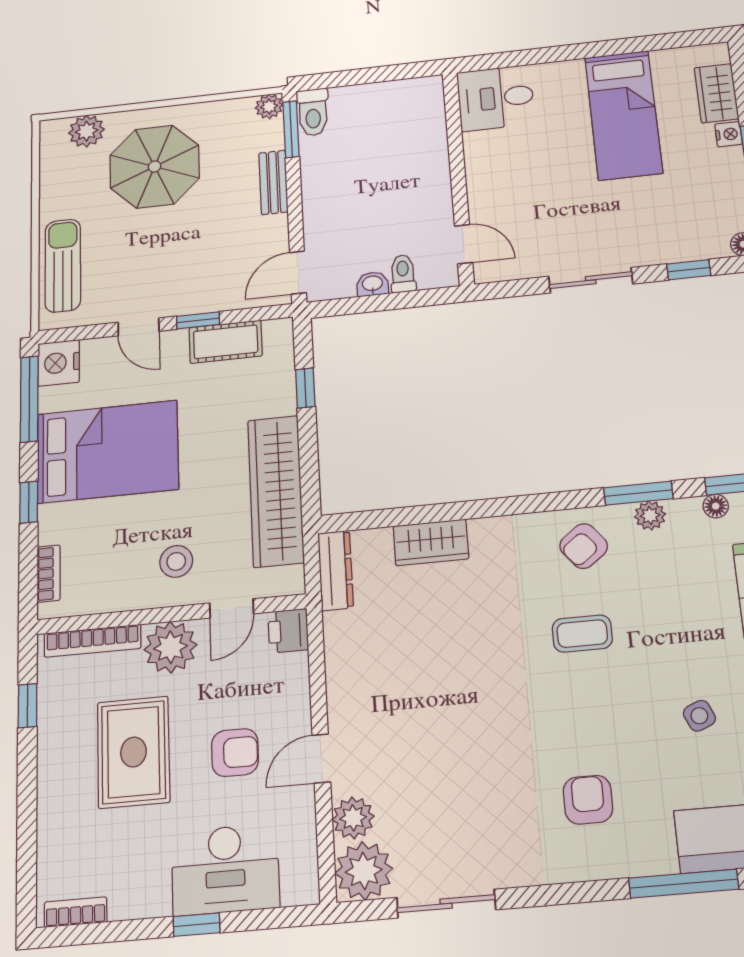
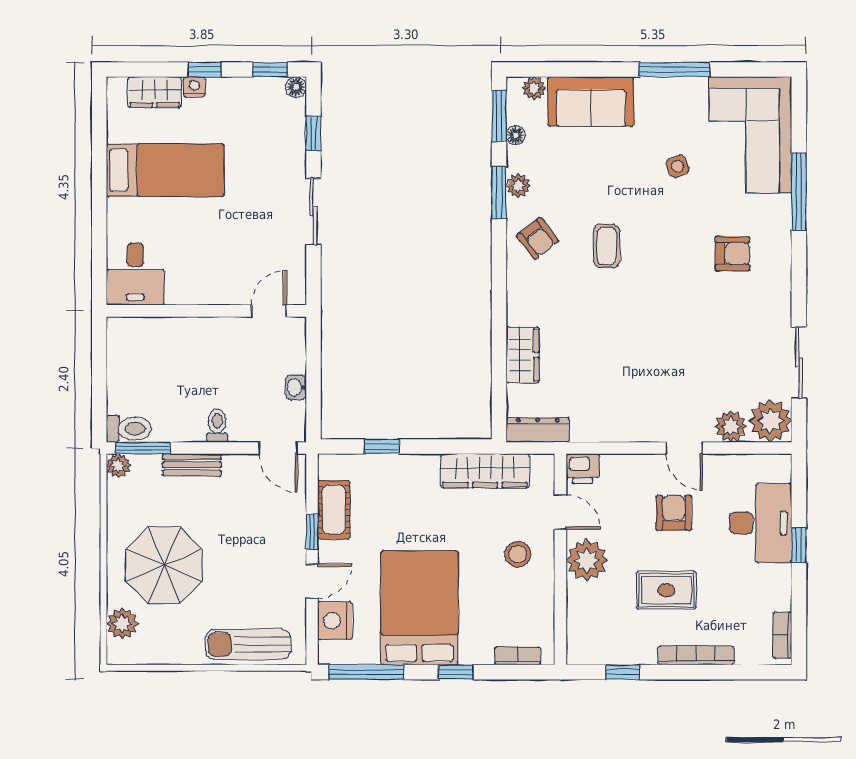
toilet: (403, 274) -> (217, 426), moved, turned 90
nightstand: (59, 363) -> (335, 621), moved, turned 90
wardrobe: (276, 491) -> (485, 471), width x0.71, depth x0.85
bookcase: (92, 641) -> (696, 655), moved, turned -90
rug: (133, 752) -> (666, 590), width x0.73, depth x0.70
armchair: (588, 800) -> (733, 254), turned 180

